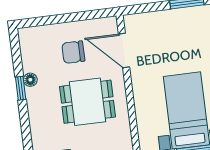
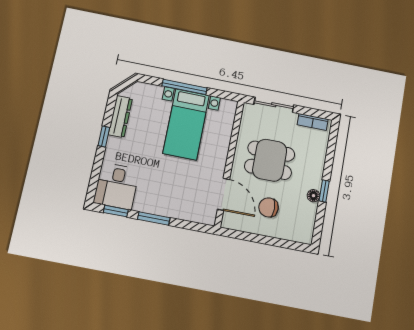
chair: (73, 52) -> (269, 207), turned 180

